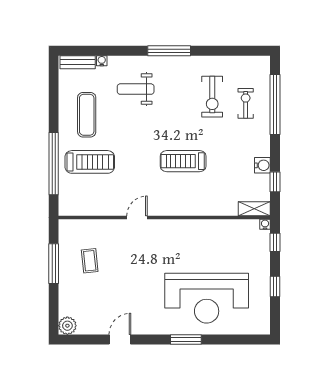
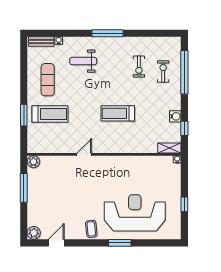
exercise bike: (212, 97) -> (139, 66), width x0.73, depth x0.72
window: (54, 164) -> (24, 115), width x0.47
plant: (67, 228) -> (33, 162), added
window: (275, 242) -> (184, 172), removed
coffee table: (90, 261) -> (91, 229), moved
reception desk: (207, 298) -> (135, 213), turned 180
door: (120, 339) -> (56, 243), moved

